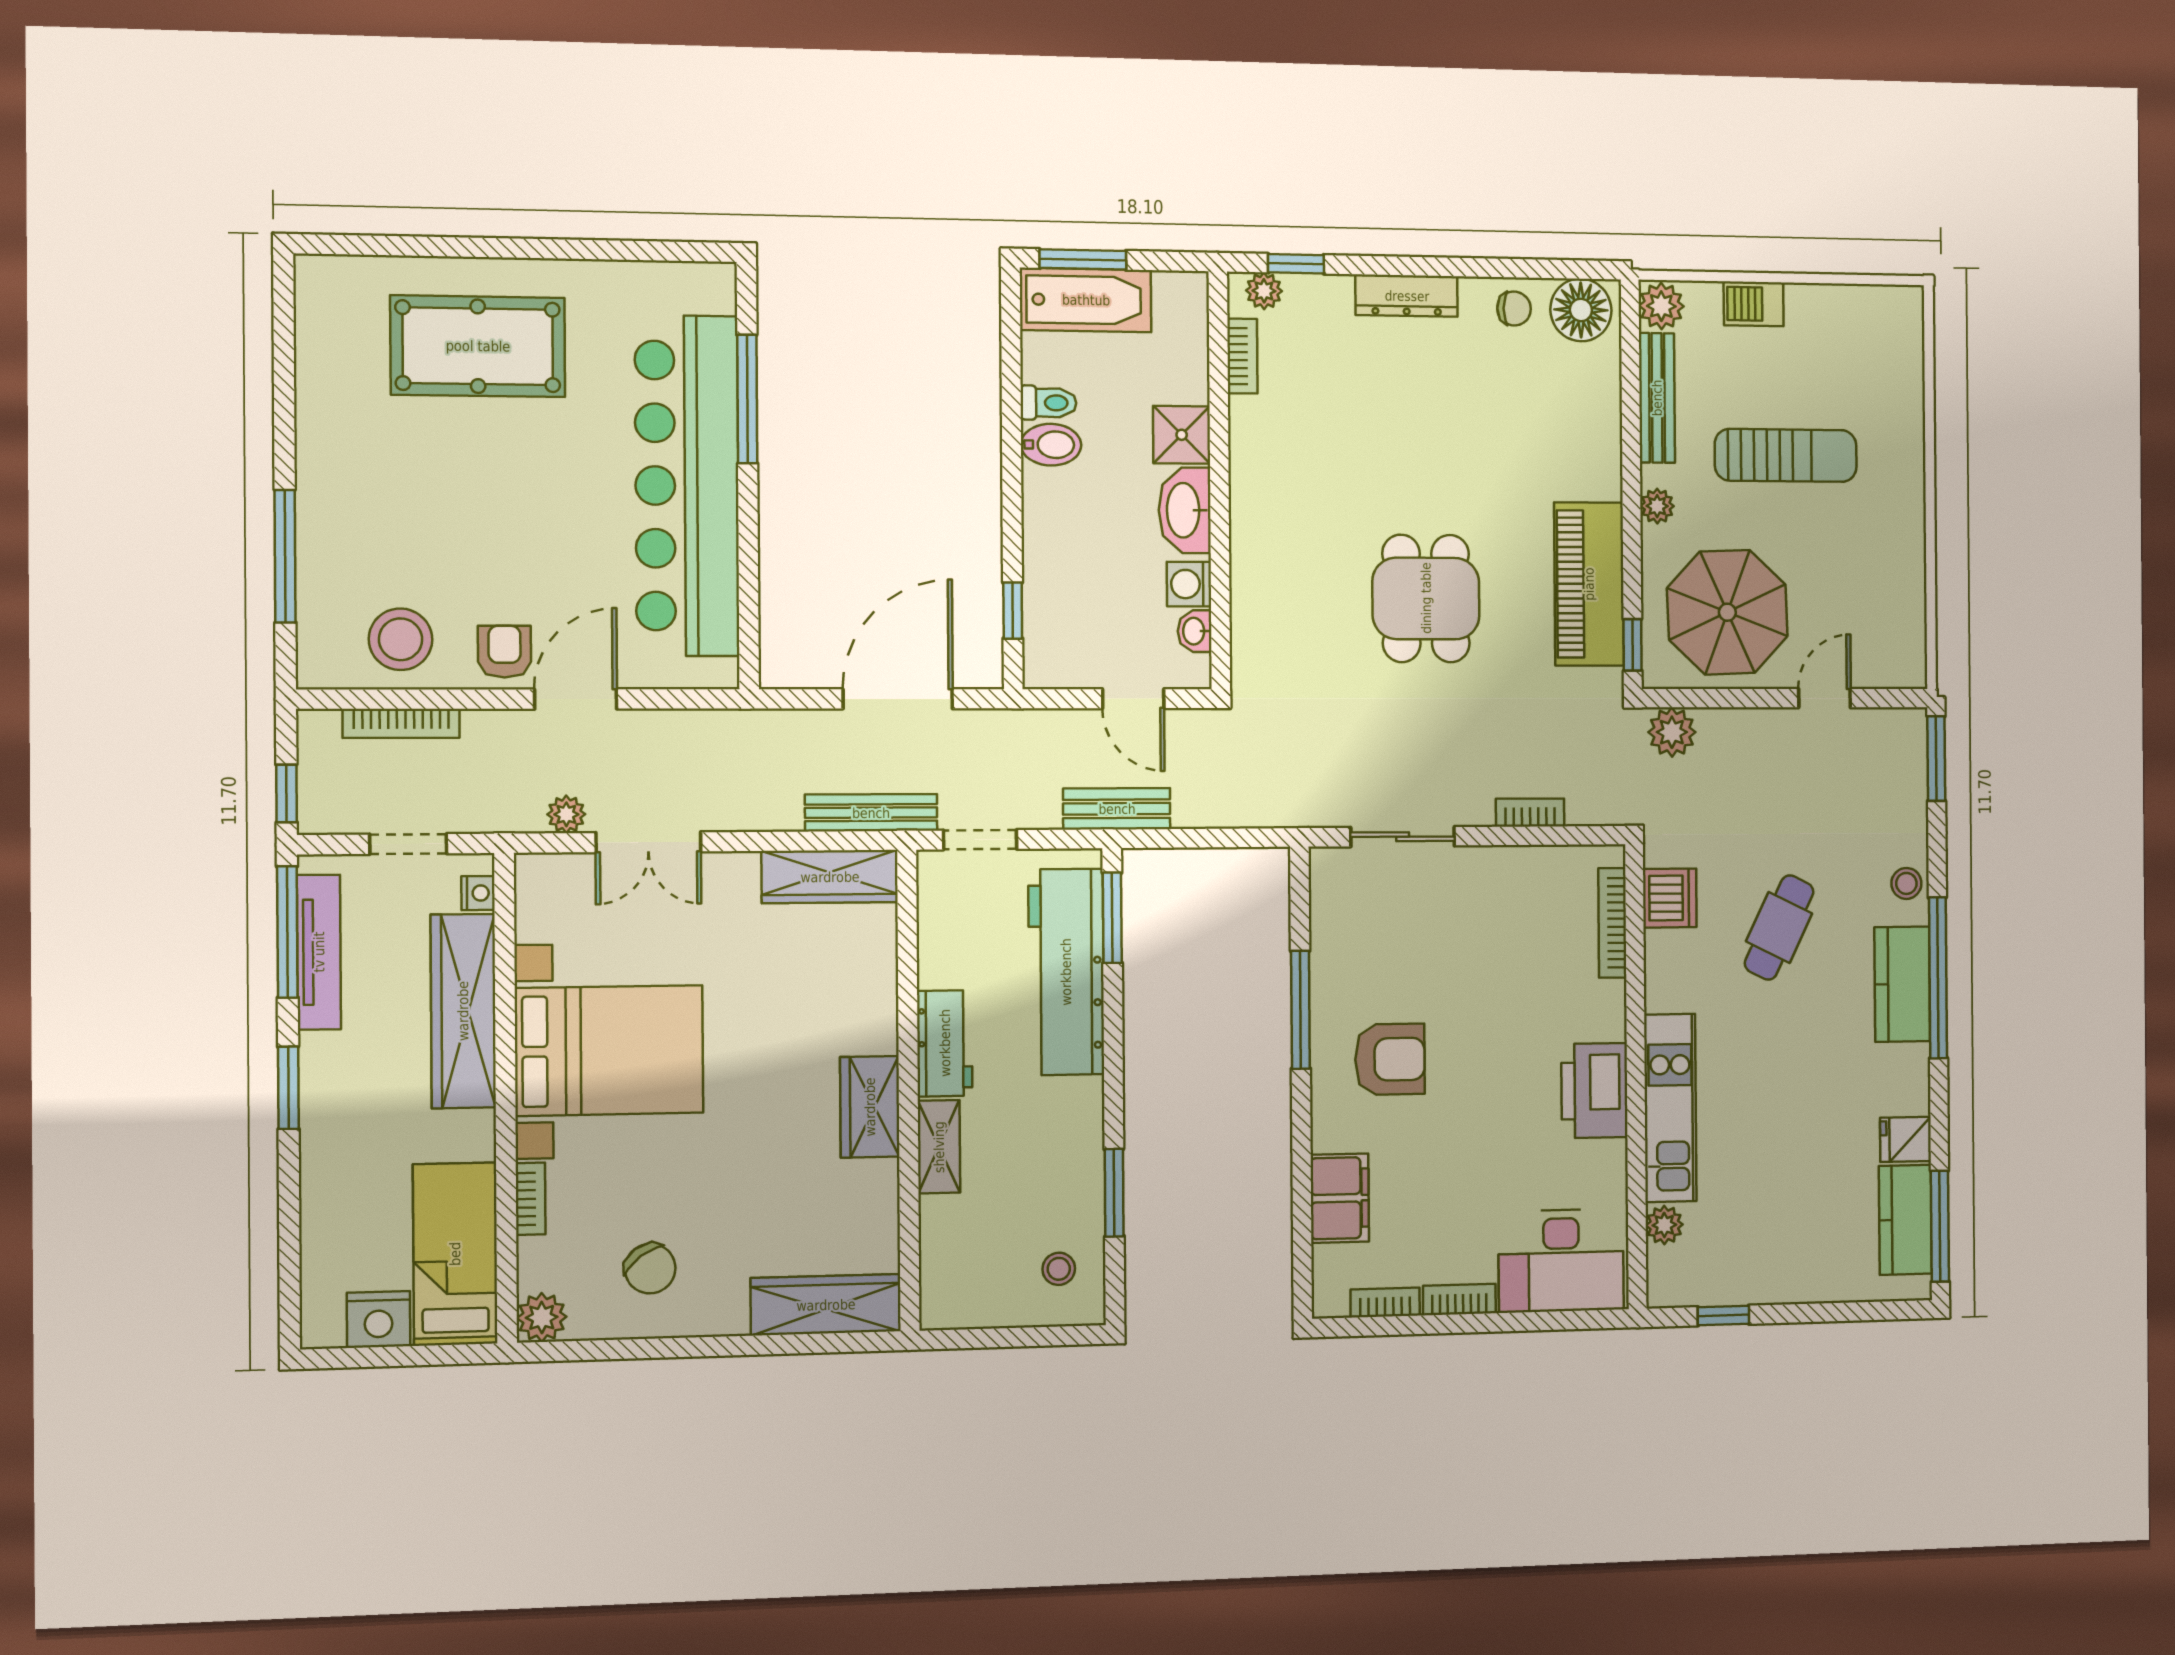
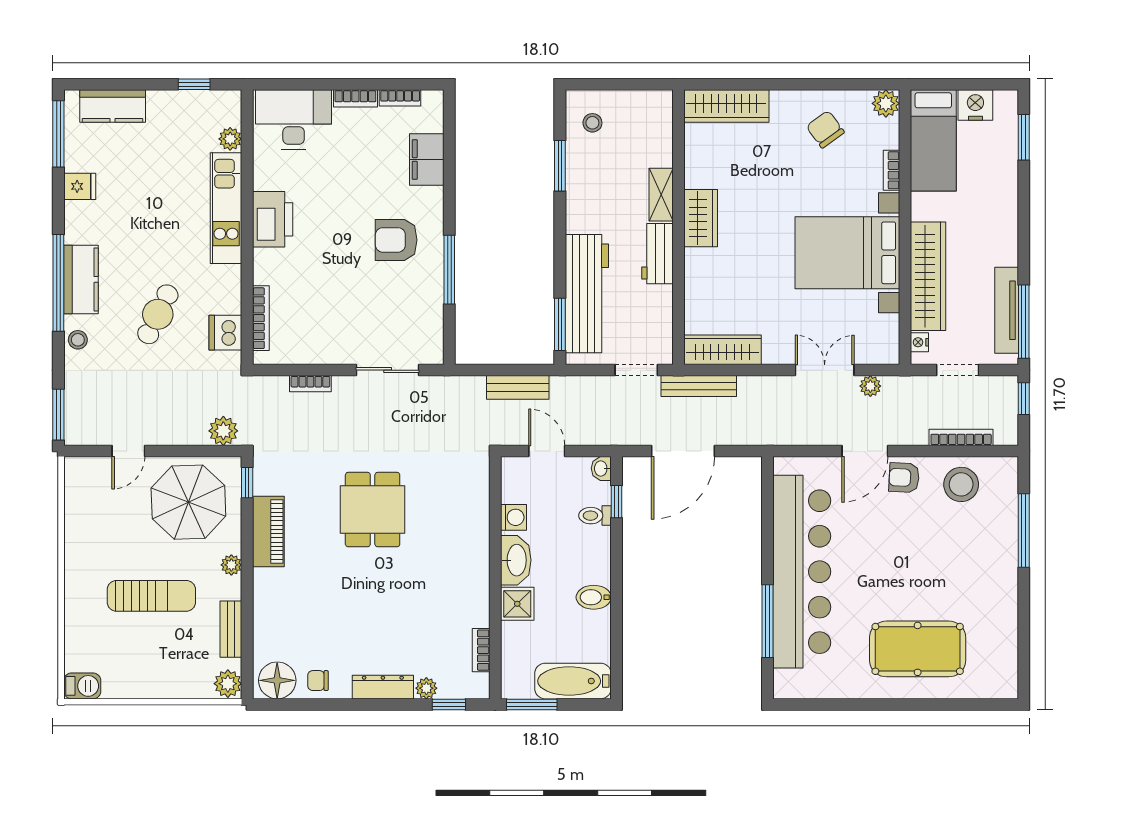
window: (1083, 259) -> (532, 704), moved
plant: (1264, 291) -> (426, 688), moved
barbecue: (1754, 304) -> (82, 686), moved
bench: (1657, 398) -> (231, 629), width x0.73
toilet: (1048, 403) -> (595, 516), moved
sun lounger: (1786, 455) -> (151, 596), turned 180
piano: (1589, 584) -> (268, 531), width x0.73, depth x0.75
washbasin: (1195, 631) -> (601, 468), moved, turned 180
armchair: (505, 652) -> (904, 478), turned 93
bench: (1117, 809) -> (518, 387), moved
window: (288, 1088) -> (1024, 137), moved
kitchen counter: (1905, 1220) -> (113, 106), moved, turned 90

